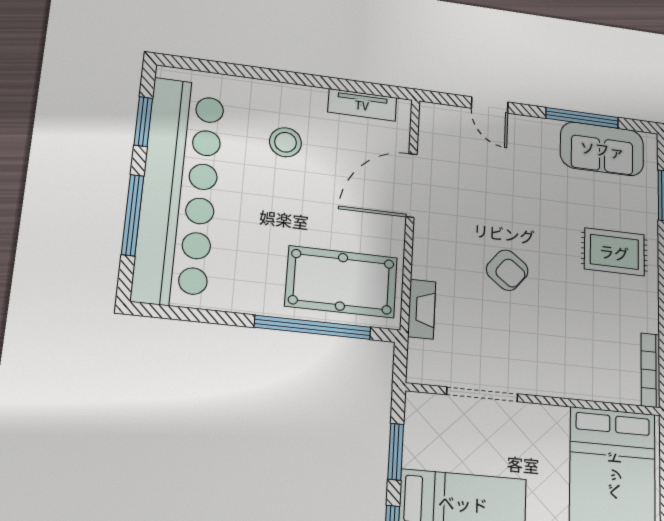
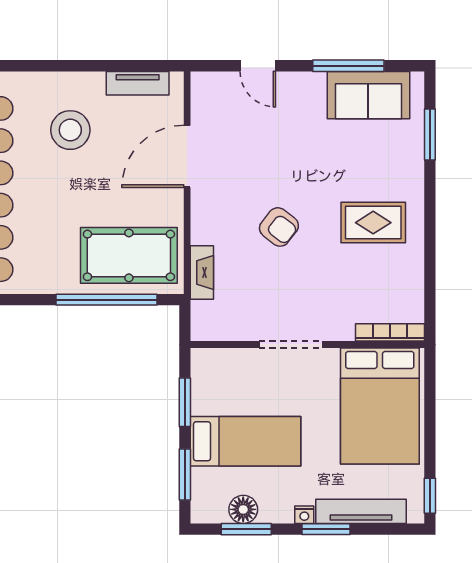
stool: (285, 142) -> (70, 130), width x1.38, depth x1.38
rug: (614, 252) -> (373, 223), moved
bookcase: (650, 370) -> (390, 332), moved, turned 90
doorway: (482, 394) -> (291, 344), moved

